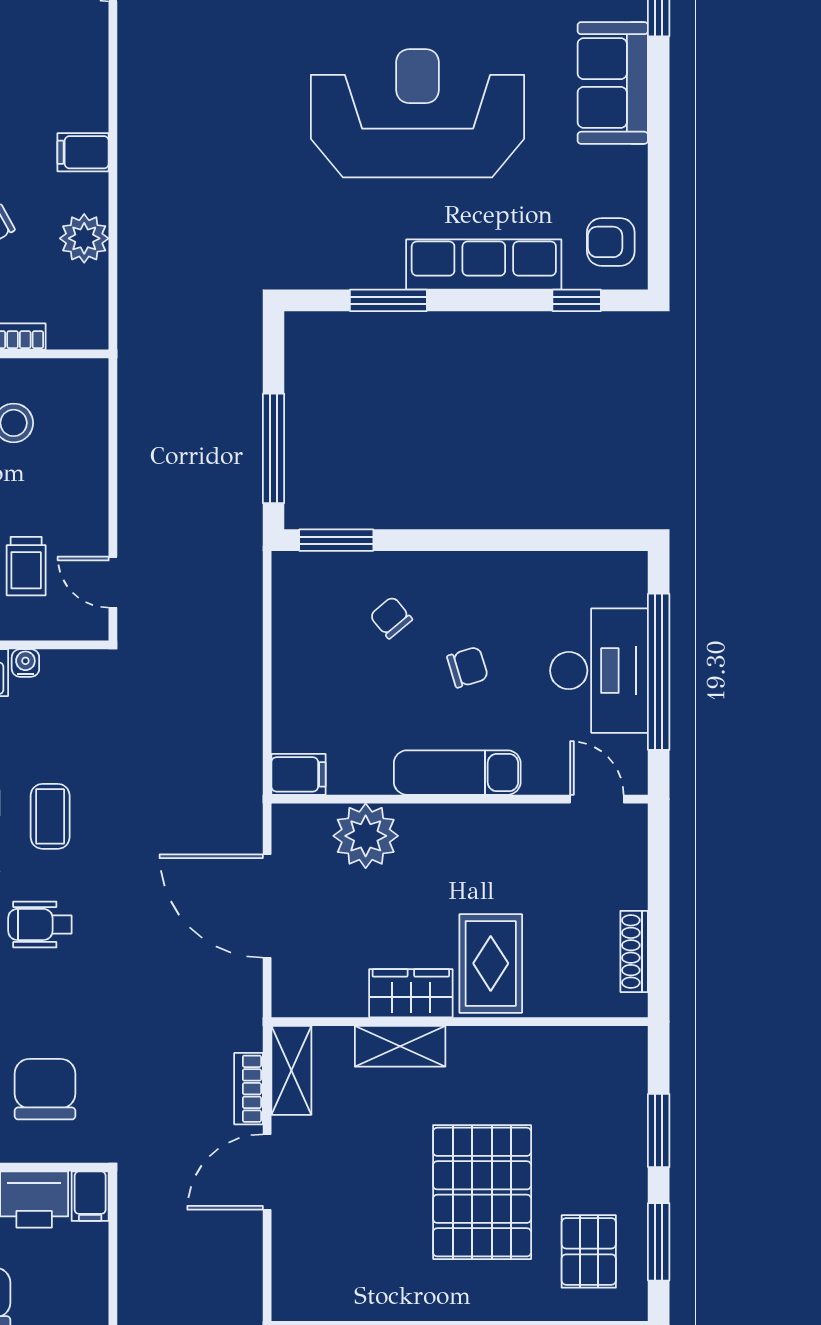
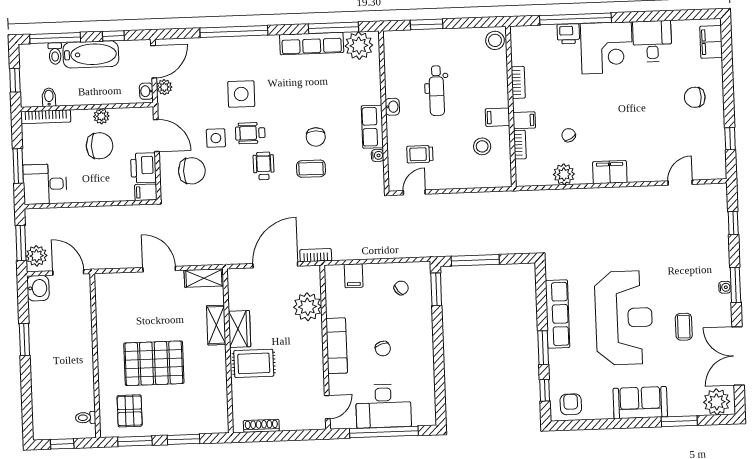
filing cabinet: (83, 152) -> (610, 172), width x2.00
row of seats: (484, 265) -> (558, 314), moved
window: (388, 300) -> (543, 348), moved
chair: (391, 618) -> (401, 288), moved
filing cabinet: (299, 774) -> (354, 276), moved
bookcase: (248, 1089) -> (316, 255), moved
pallet: (589, 1251) -> (130, 411), turned 90

